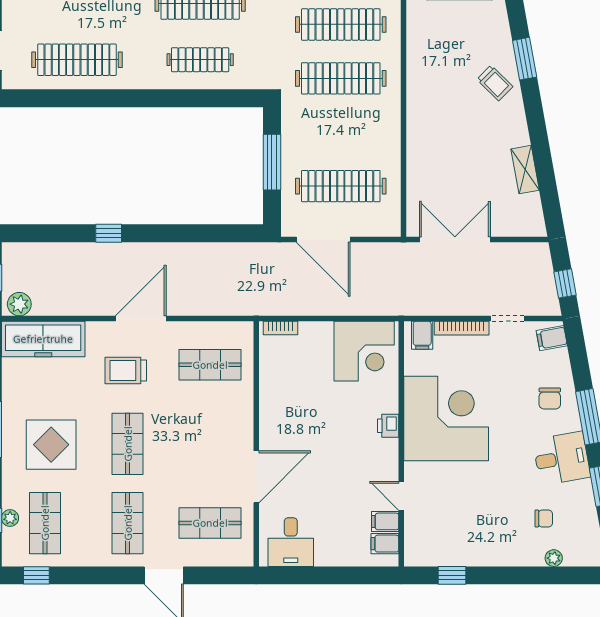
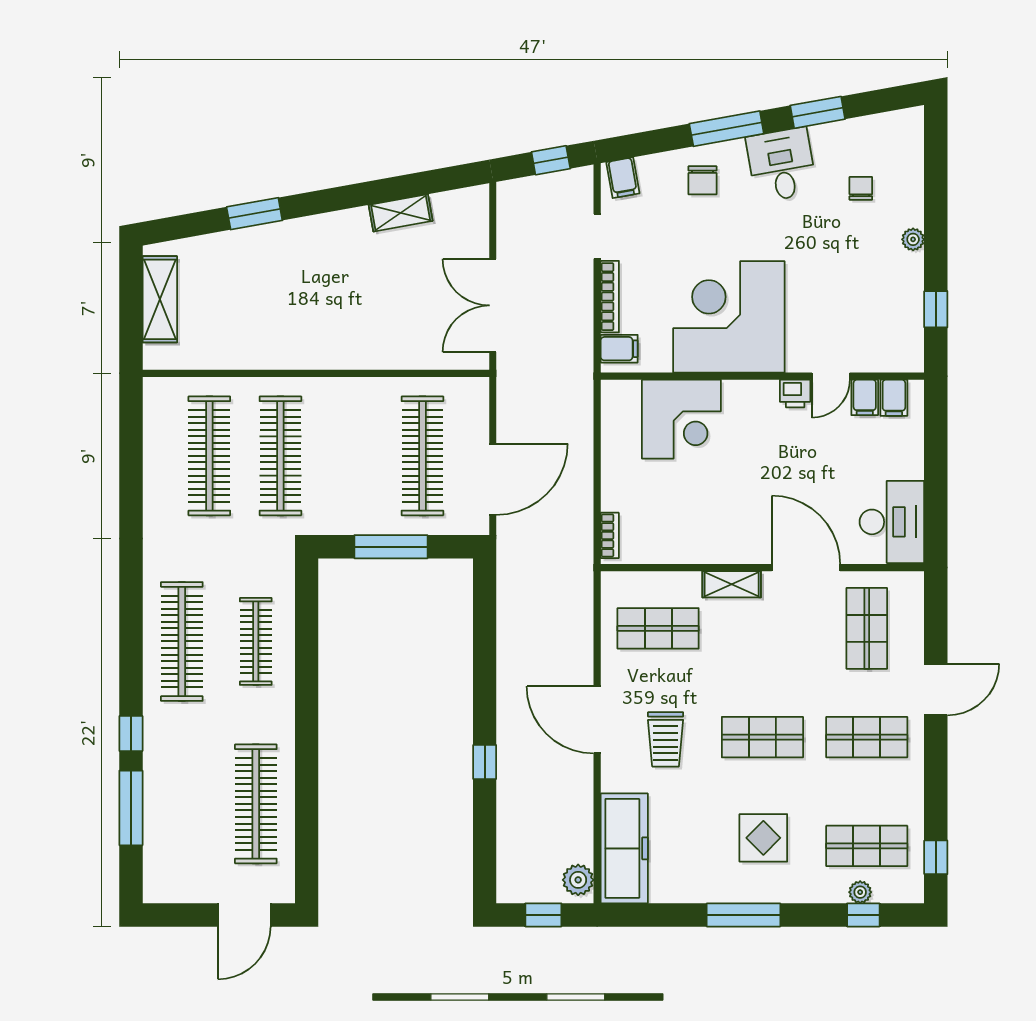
trolley: (495, 83) -> (286, 253), removed
corner desk: (364, 351) -> (681, 419), moved, turned 90
shop shelf: (210, 365) -> (658, 628), turned 90
chair: (550, 398) -> (703, 180), turned 90
shelving: (243, 421) -> (732, 584), added
printer: (388, 426) -> (795, 394), moved
display table: (51, 445) -> (763, 838), width x0.73, depth x0.73
desk: (291, 542) -> (892, 522), width x1.37
plant: (554, 558) -> (913, 239), moved

